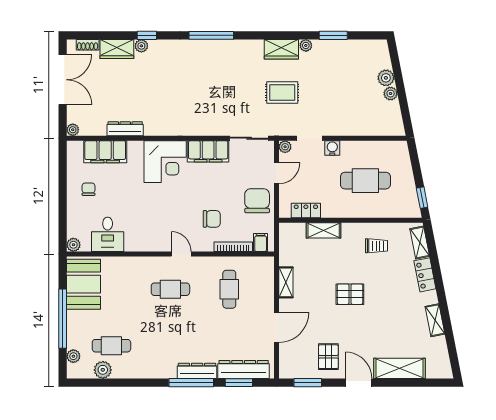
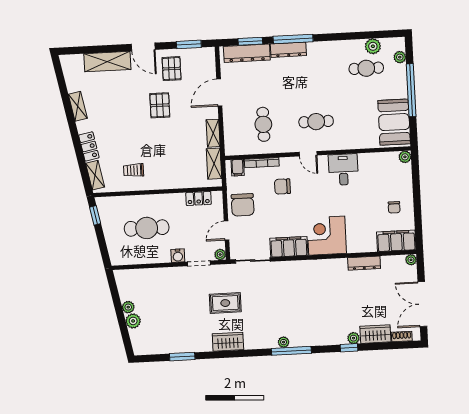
plant: (306, 45) -> (284, 342), moved
filing cabinet: (105, 152) -> (396, 241), moved
shelving: (324, 230) -> (214, 164), moved, turned 90
desk: (108, 234) -> (343, 169), moved
pallet: (350, 294) -> (160, 105), moved, turned 90

